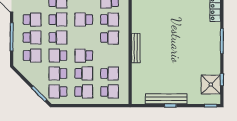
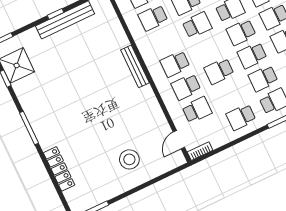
school desk: (84, 20) -> (219, 71), turned 180

